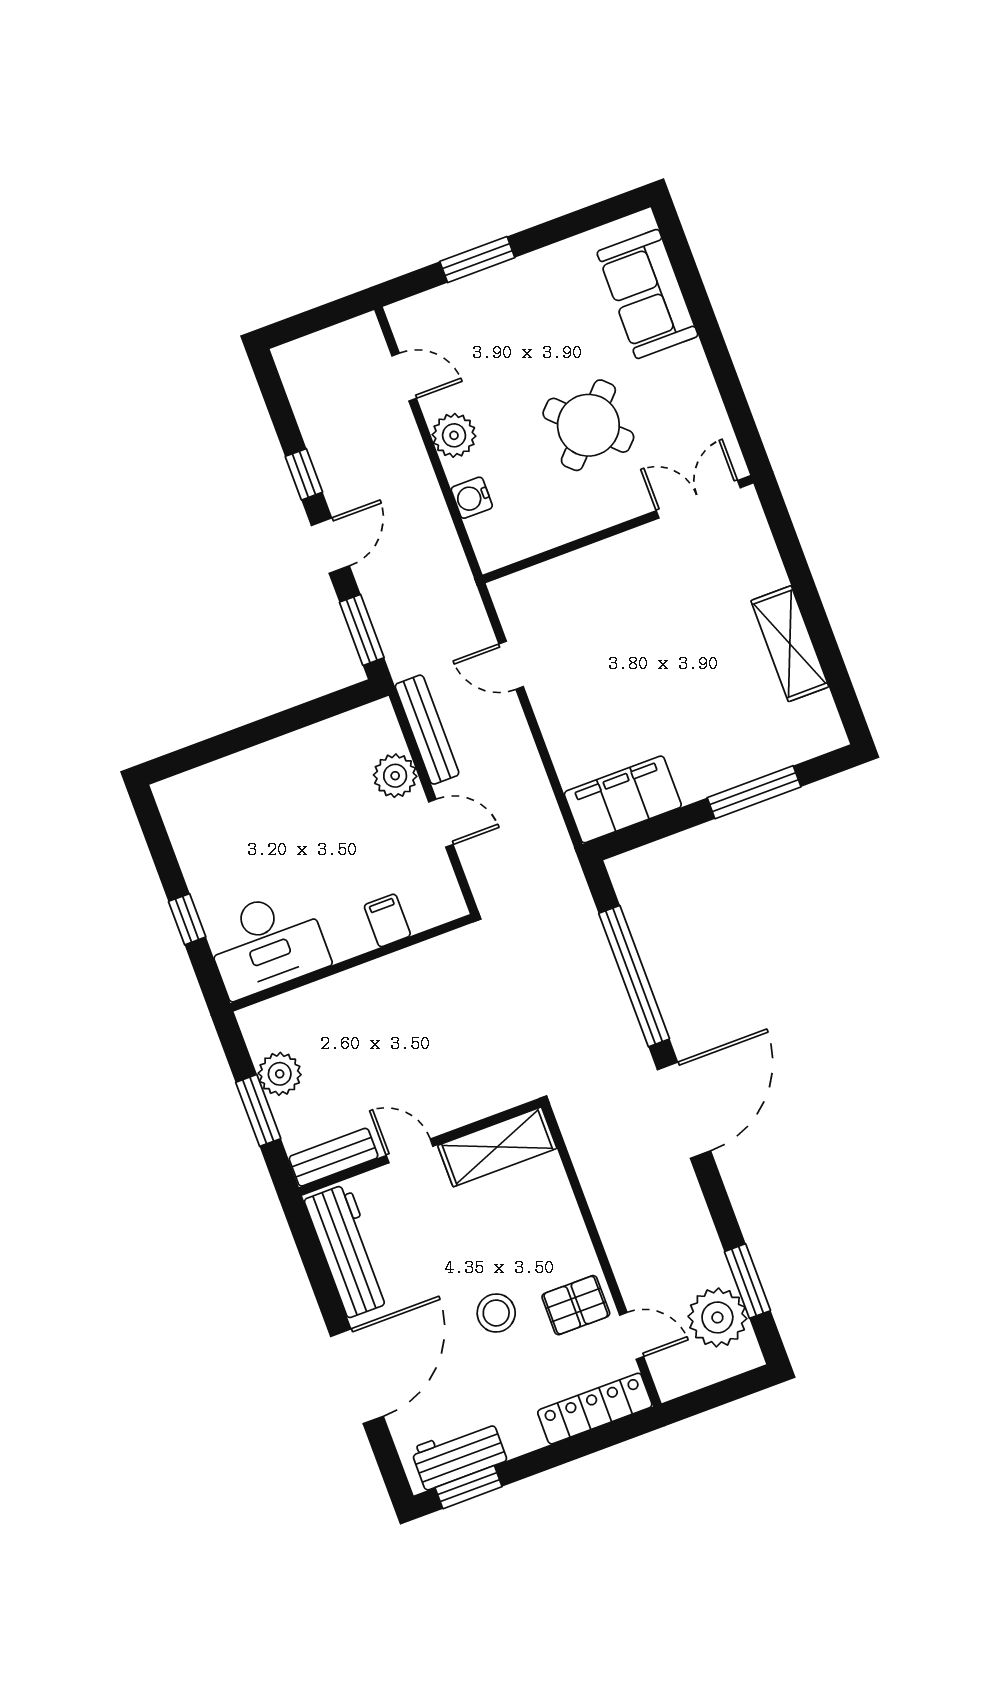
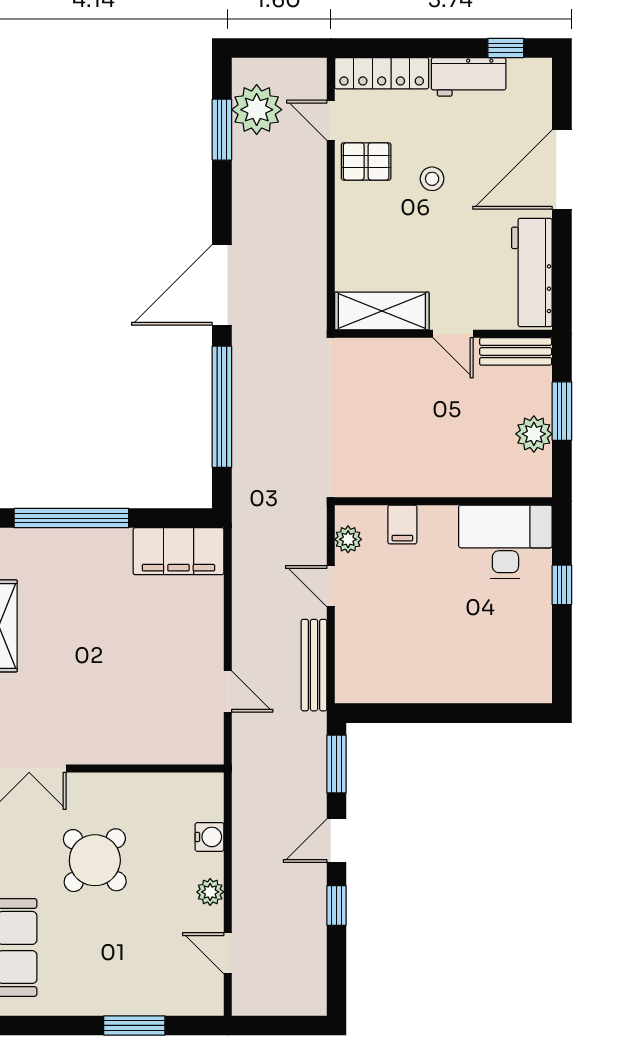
plant: (454, 435) -> (210, 892), width x0.73, depth x0.73
plant: (395, 776) -> (348, 539), moved, width x0.73, depth x0.73
window: (754, 792) -> (71, 518), width x1.46
stool: (496, 1313) -> (432, 179), width x0.73, depth x0.73
workbench: (459, 1455) -> (469, 77), moved
window: (469, 1487) -> (506, 48), width x0.67

